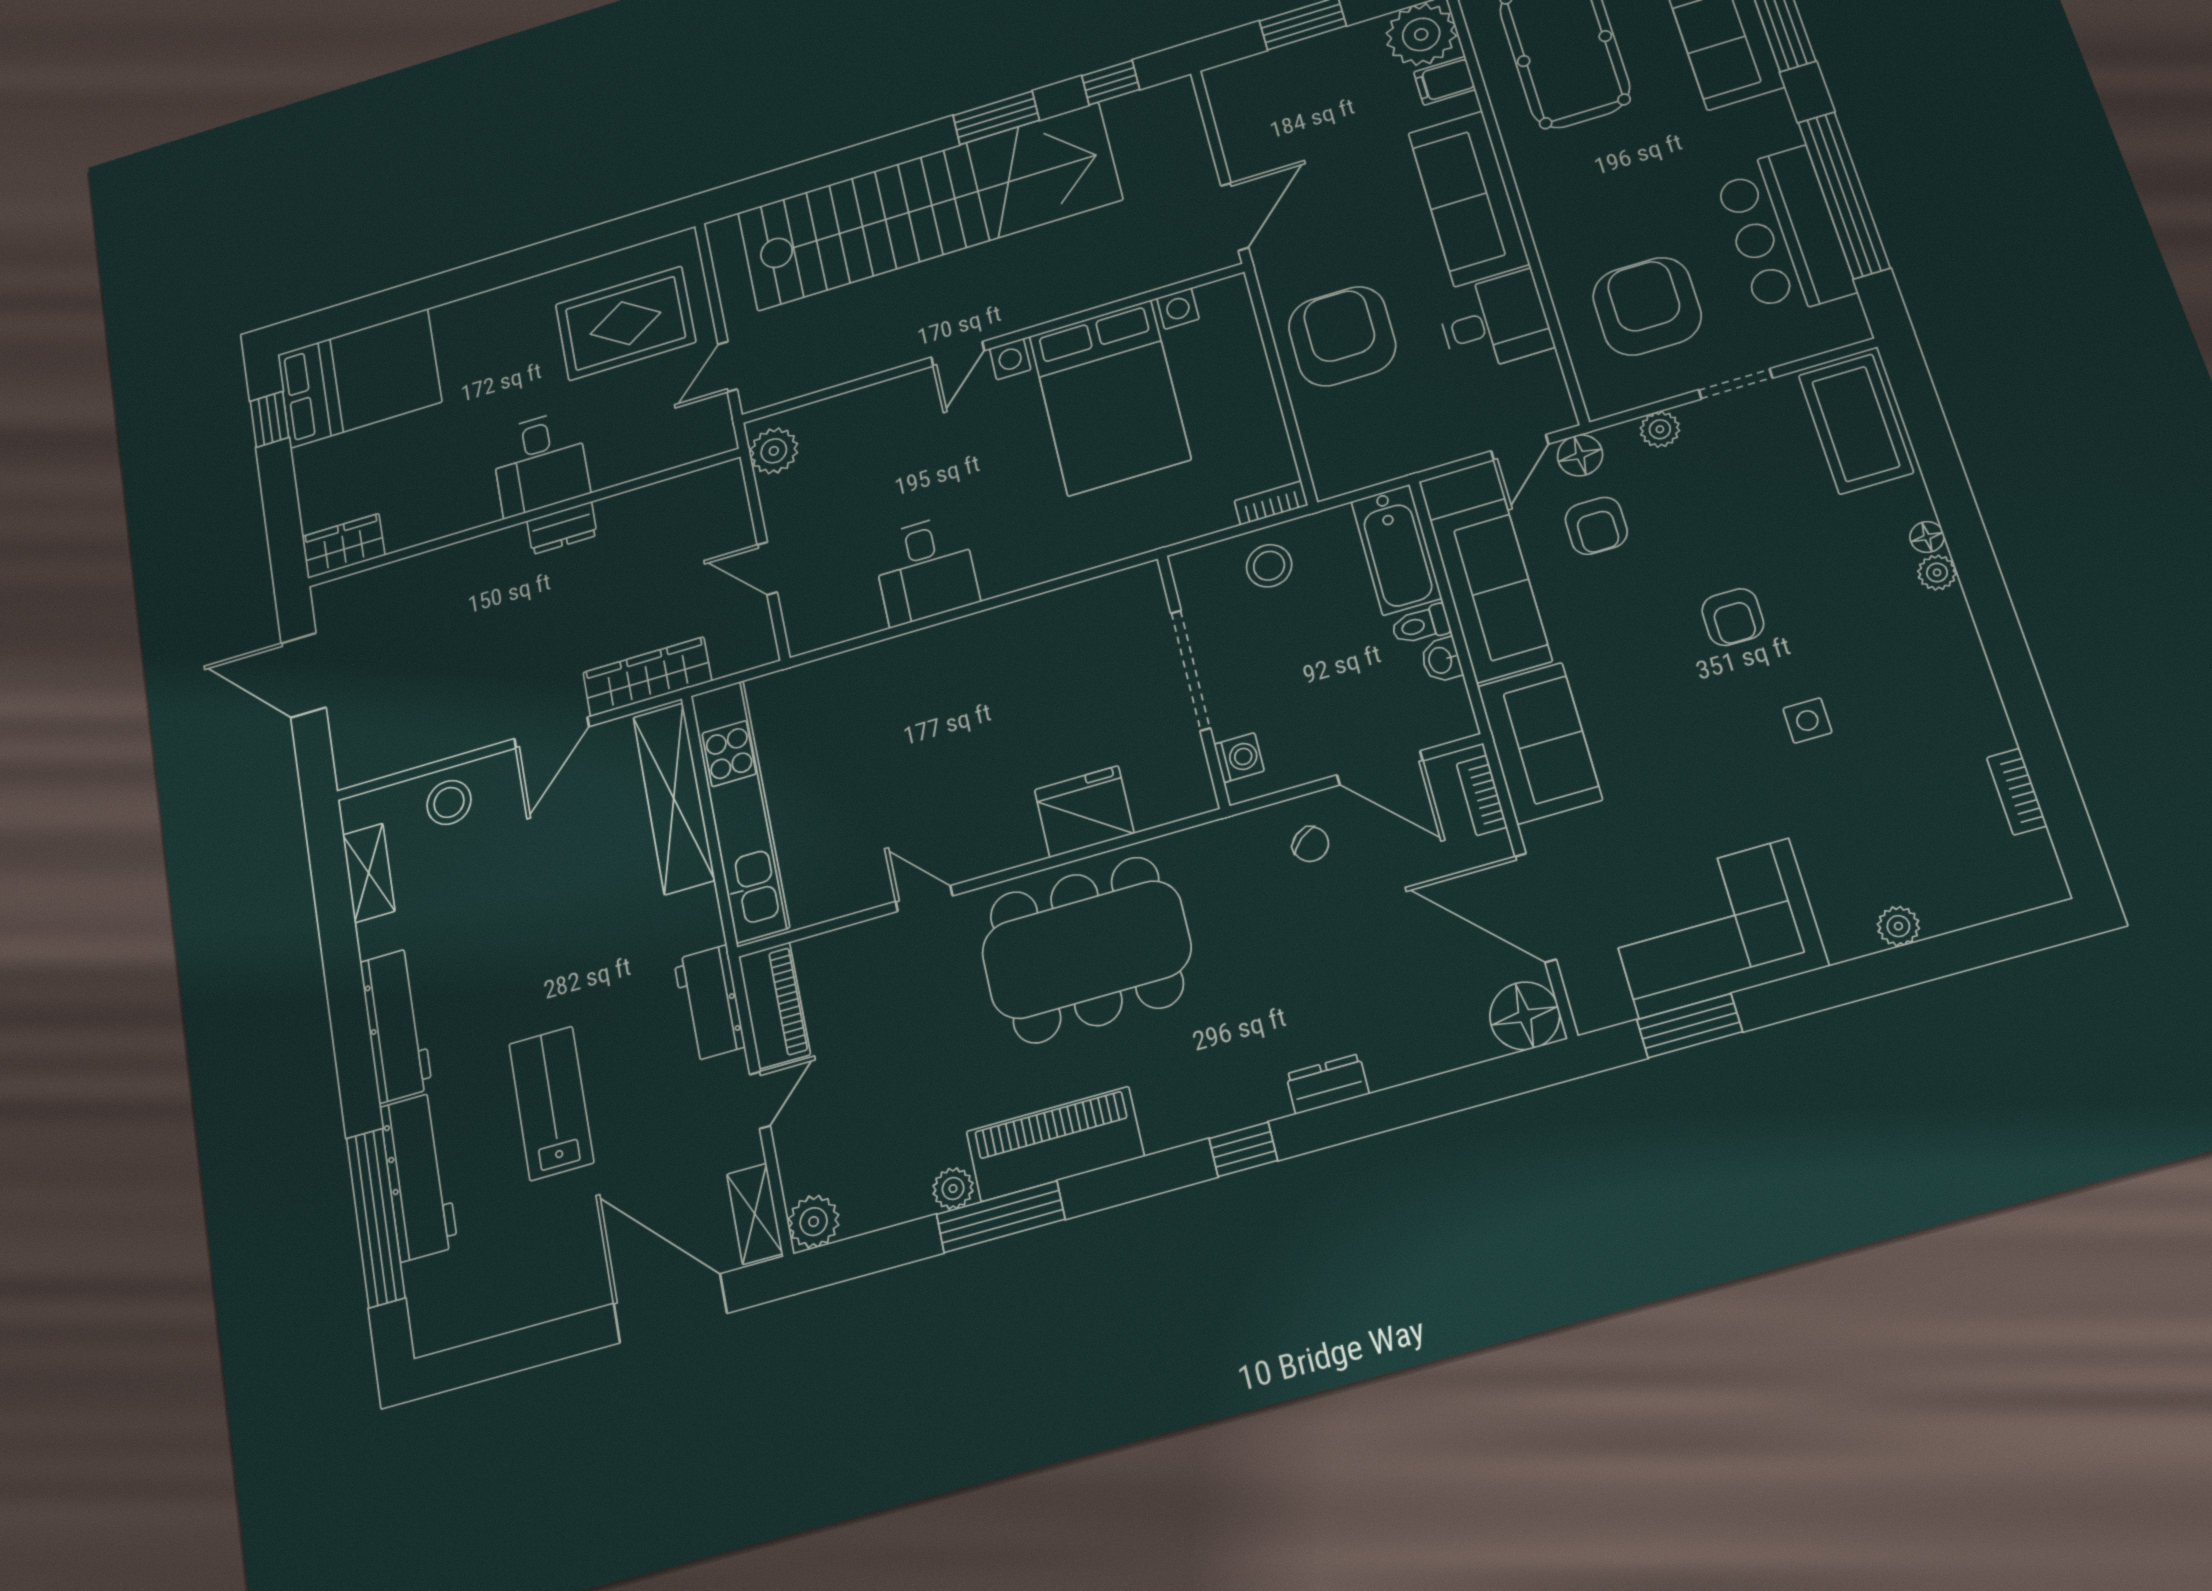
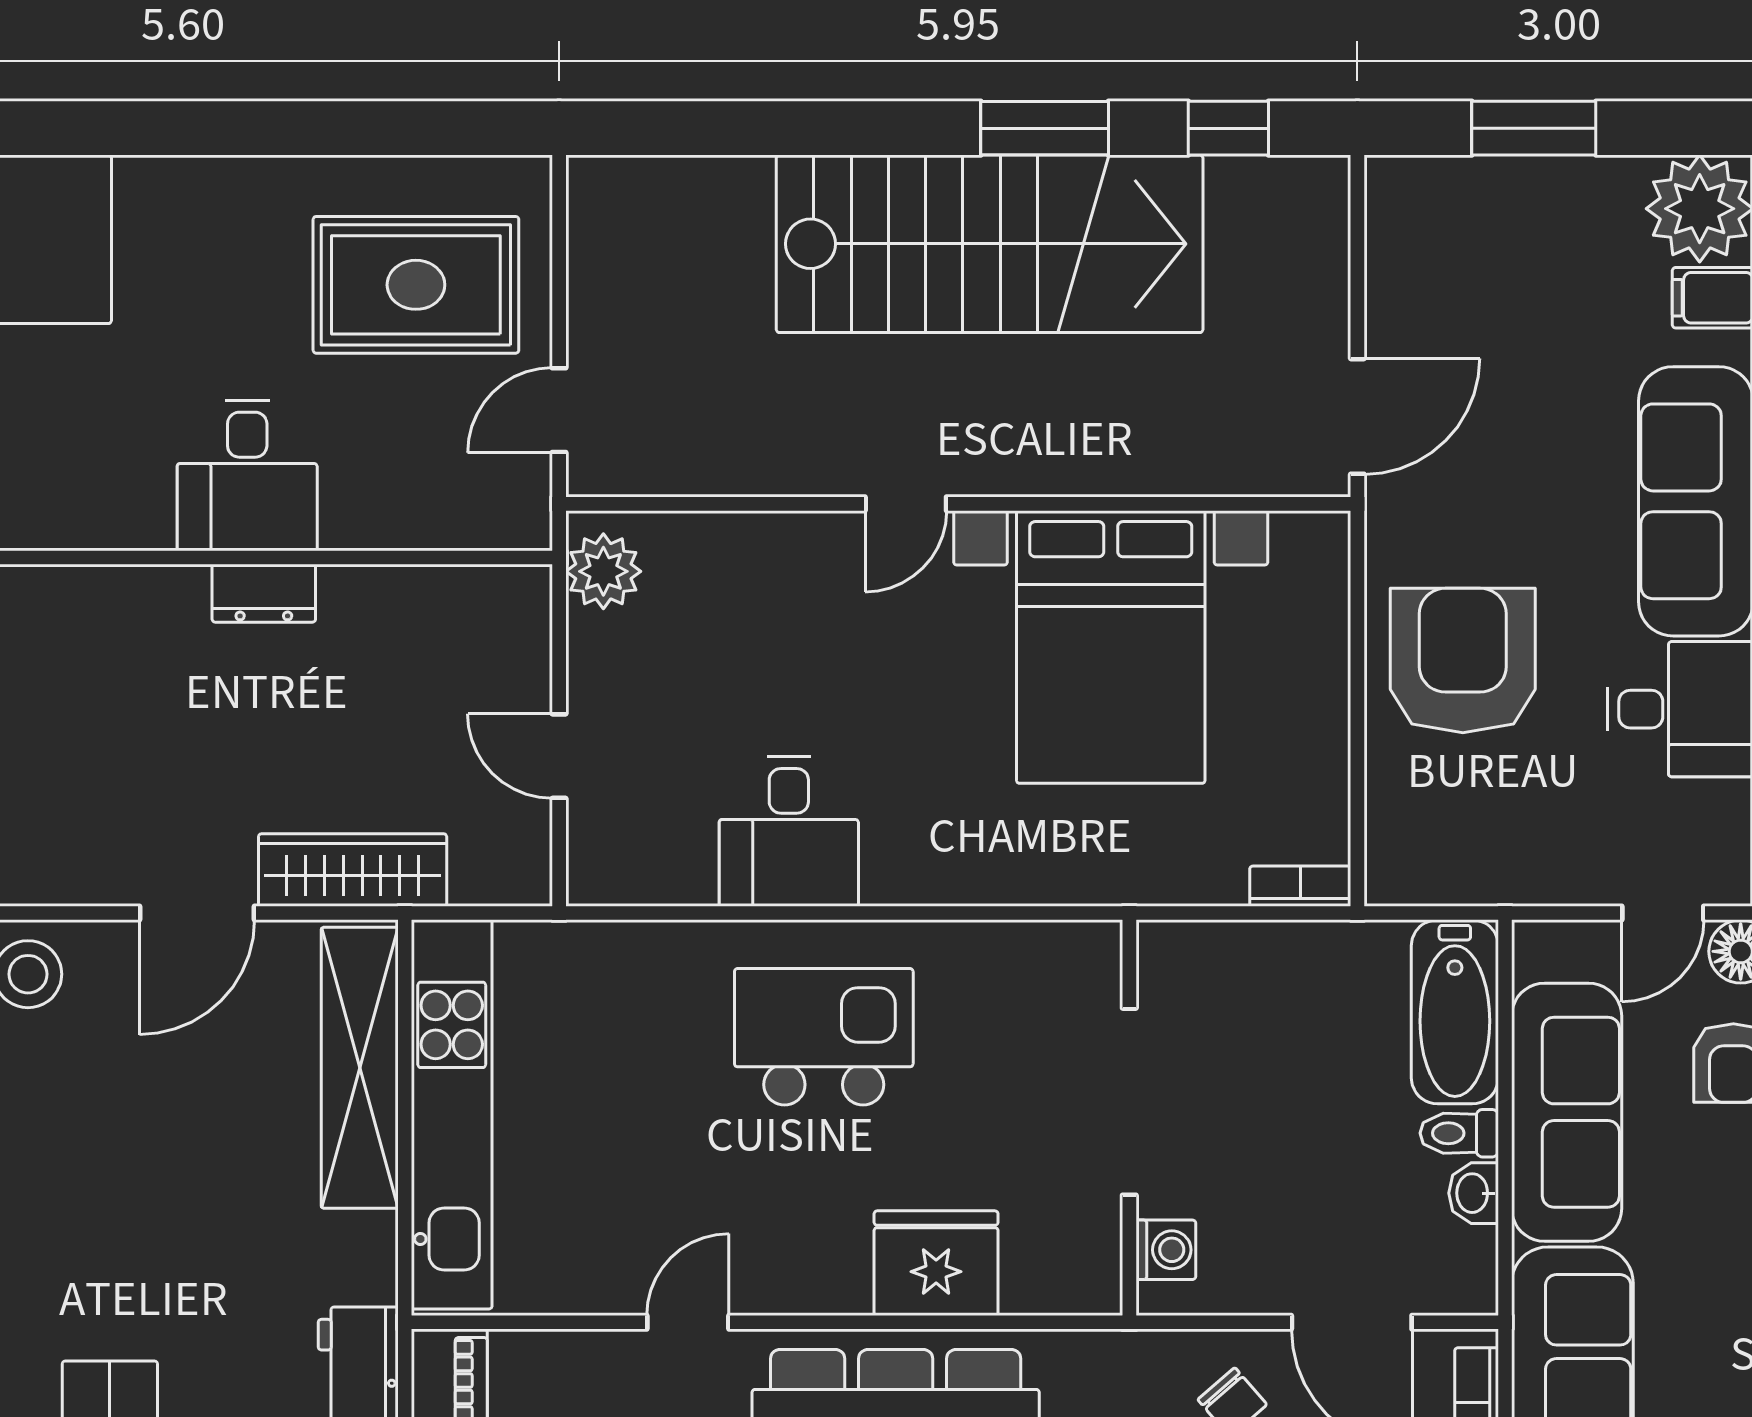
stairs: (928, 206) -> (990, 244), width x0.73
stool: (1269, 566) -> (1275, 980), removed
kitchen island: (976, 689) -> (824, 1037), added
door: (924, 899) -> (688, 1322), hinge flipped

